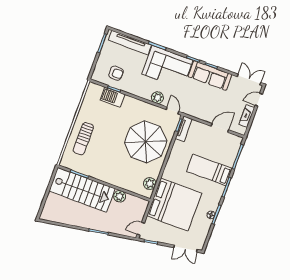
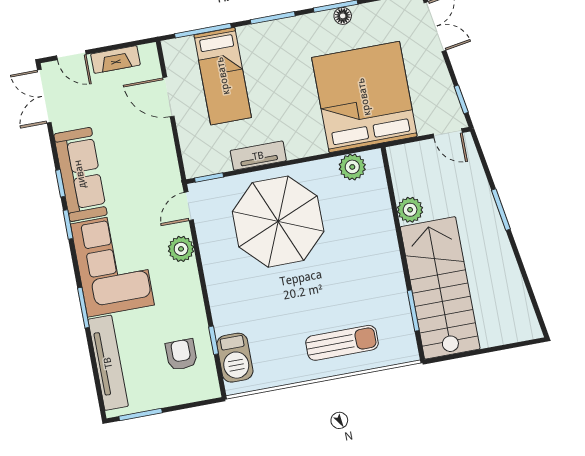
barbecue: (113, 97) -> (235, 358), moved
tv unit: (184, 129) -> (258, 156), moved
bed: (209, 170) -> (223, 76), moved

